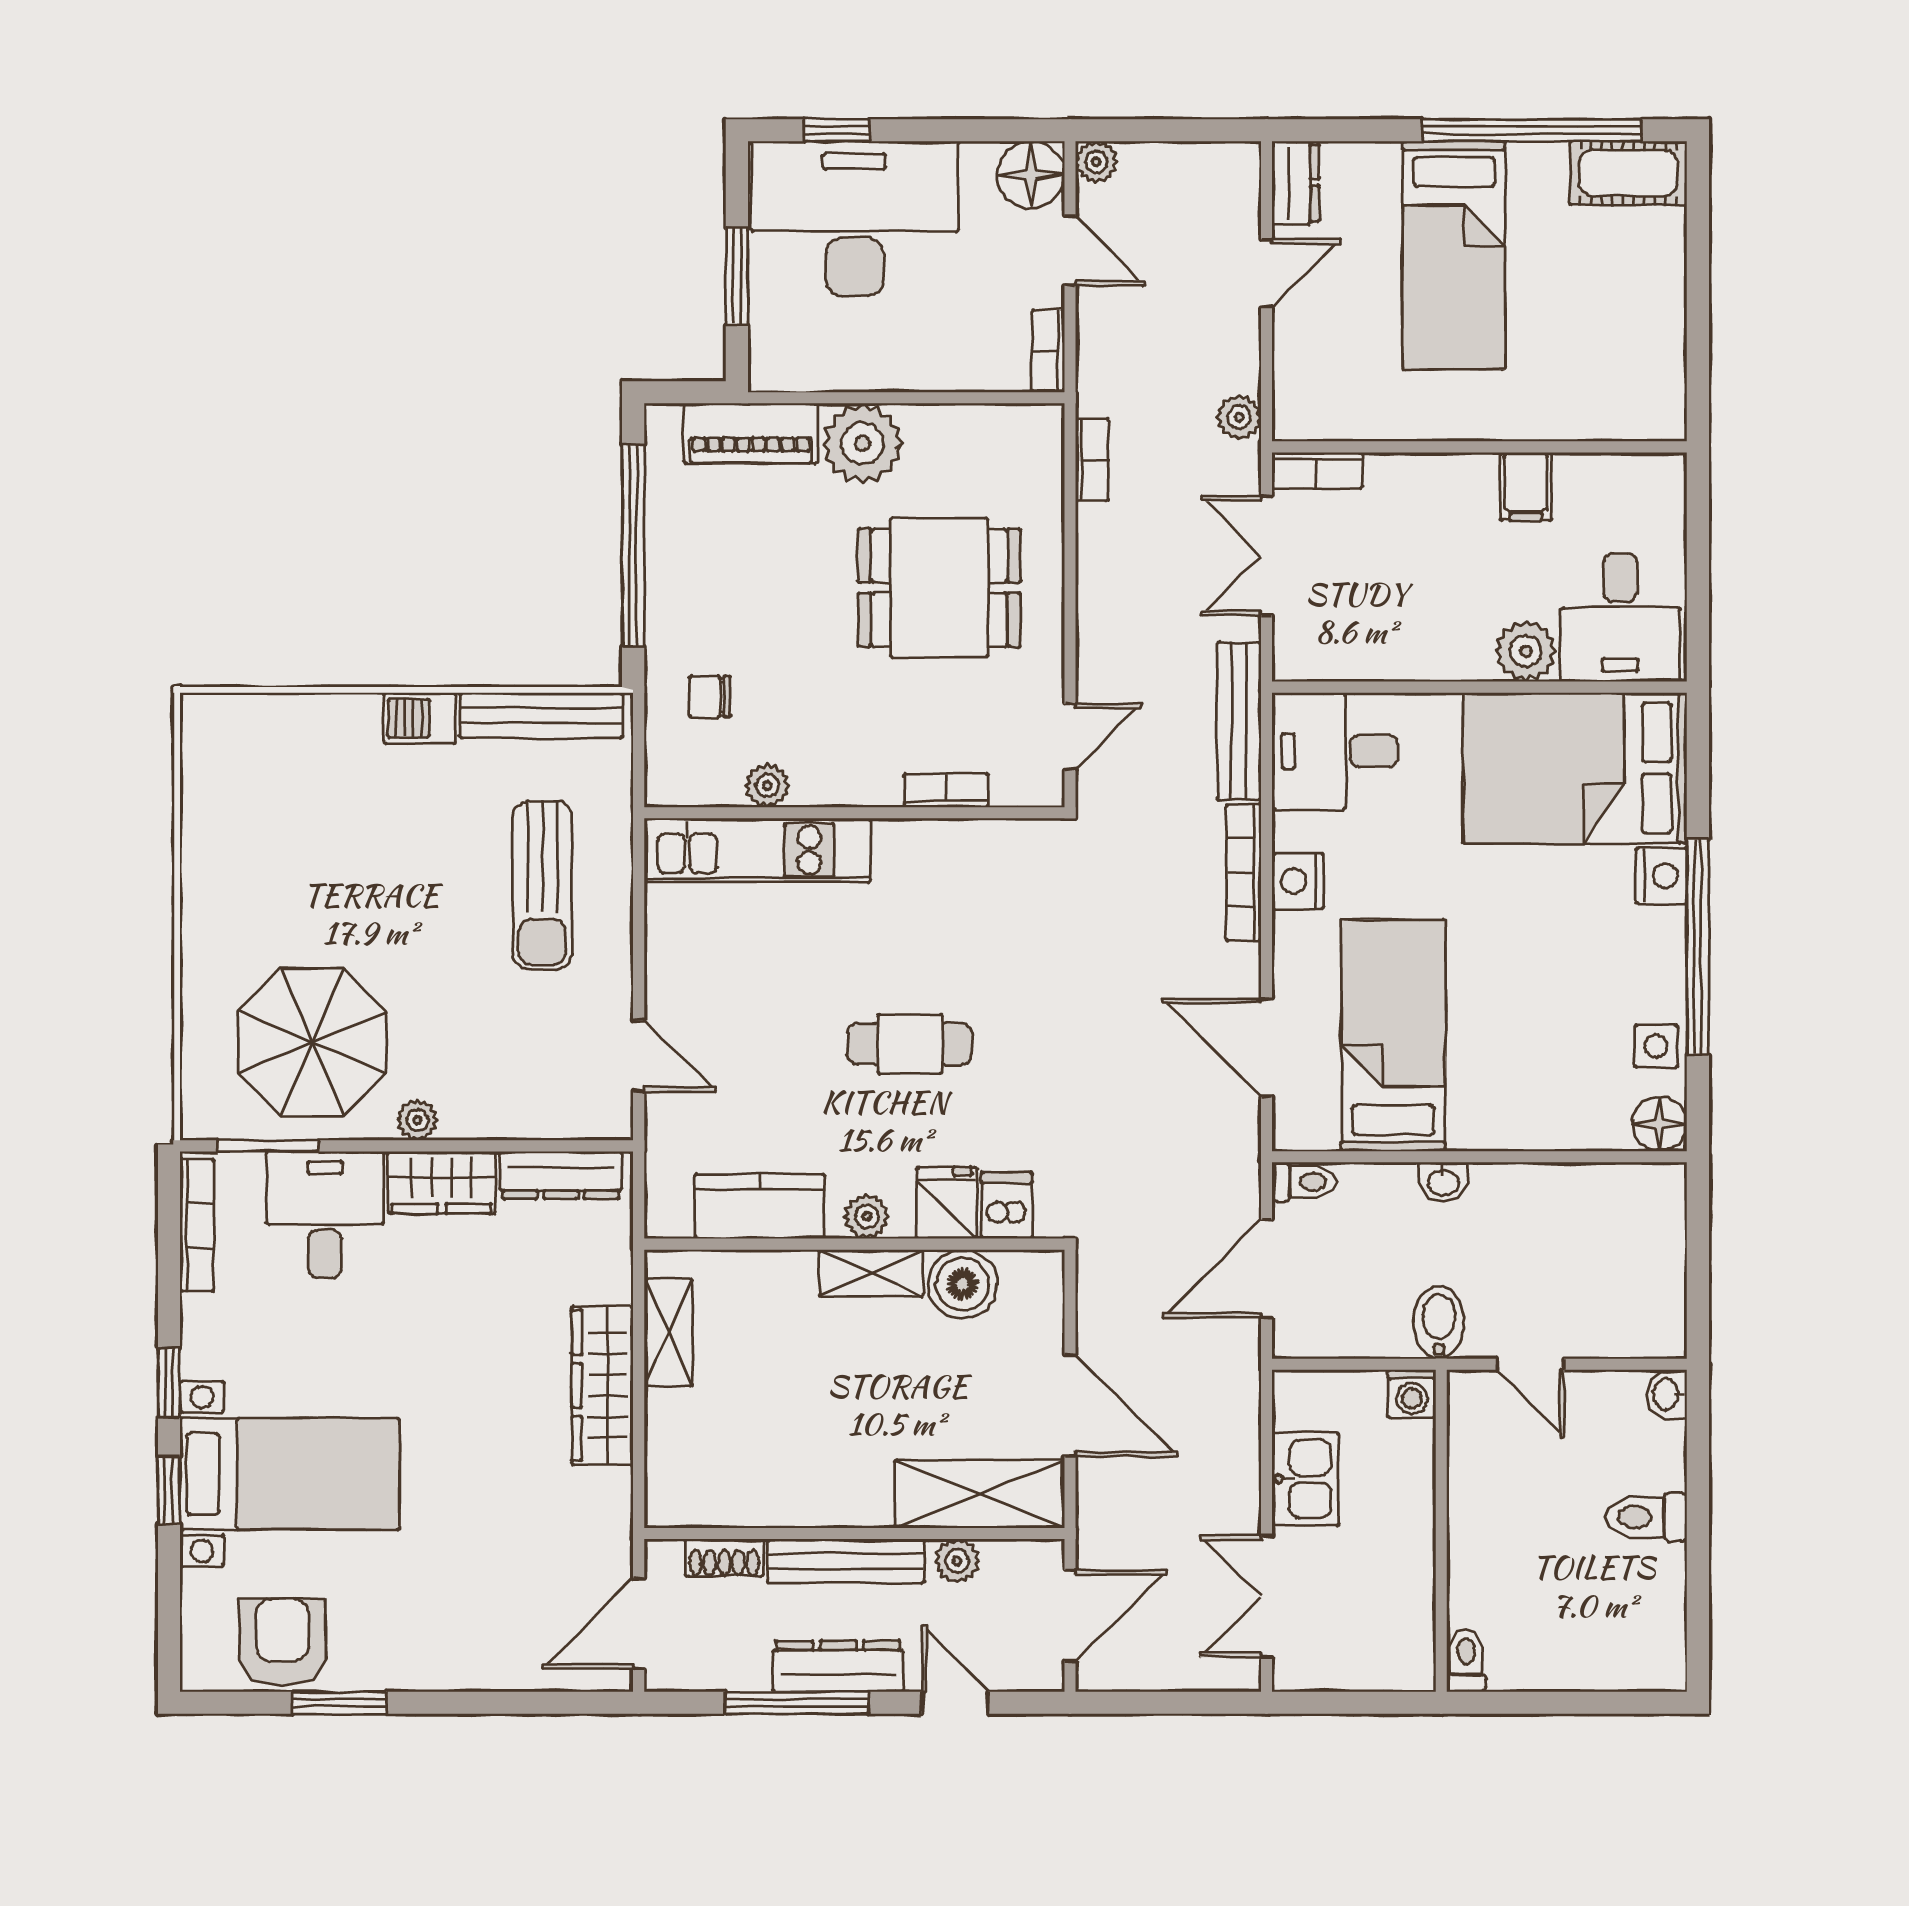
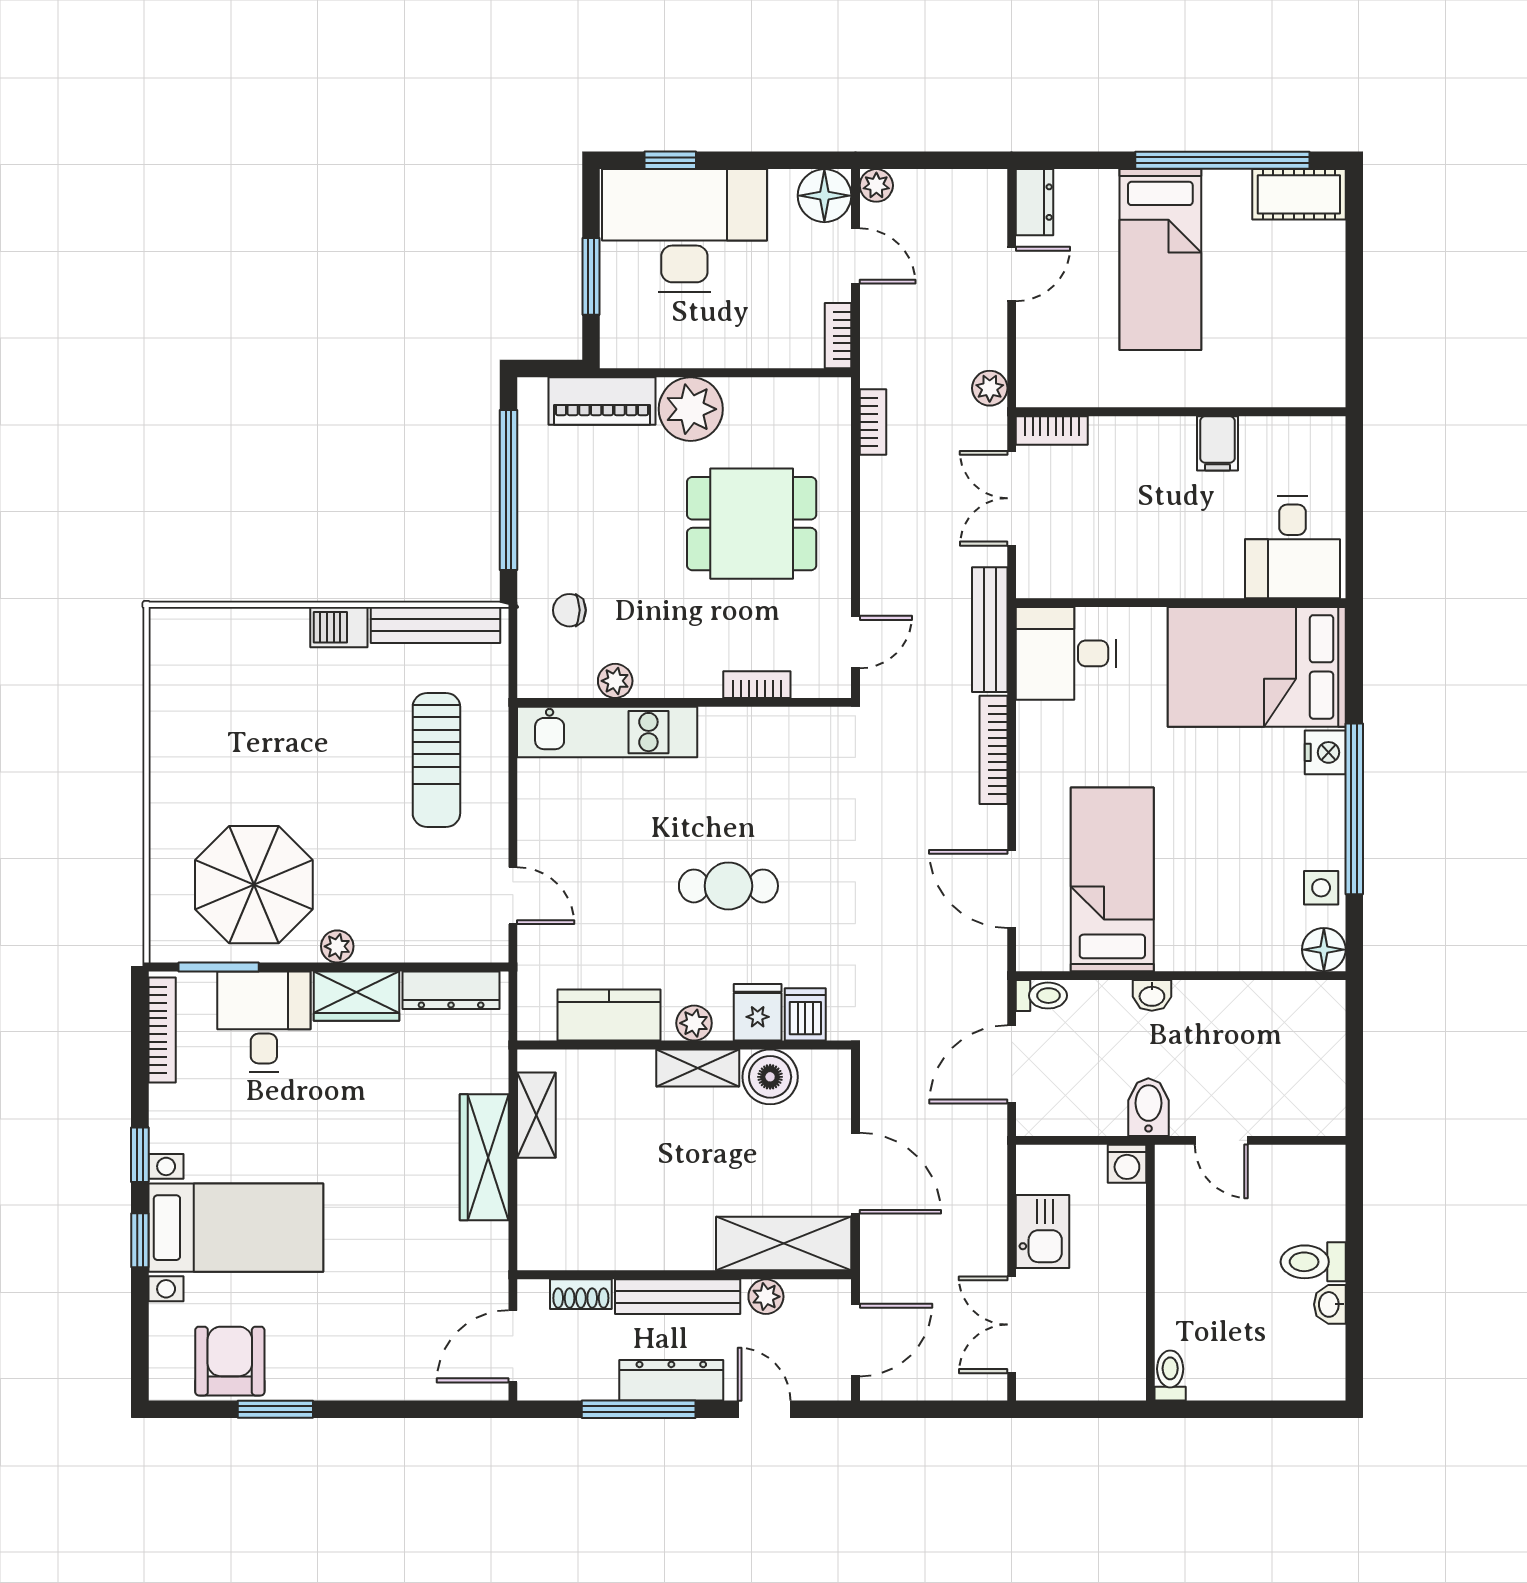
plant: (1526, 651) -> (1218, 574), removed
nightstand: (1298, 881) -> (1036, 757), removed
washbasin: (1667, 1394) -> (1330, 1304), moved

